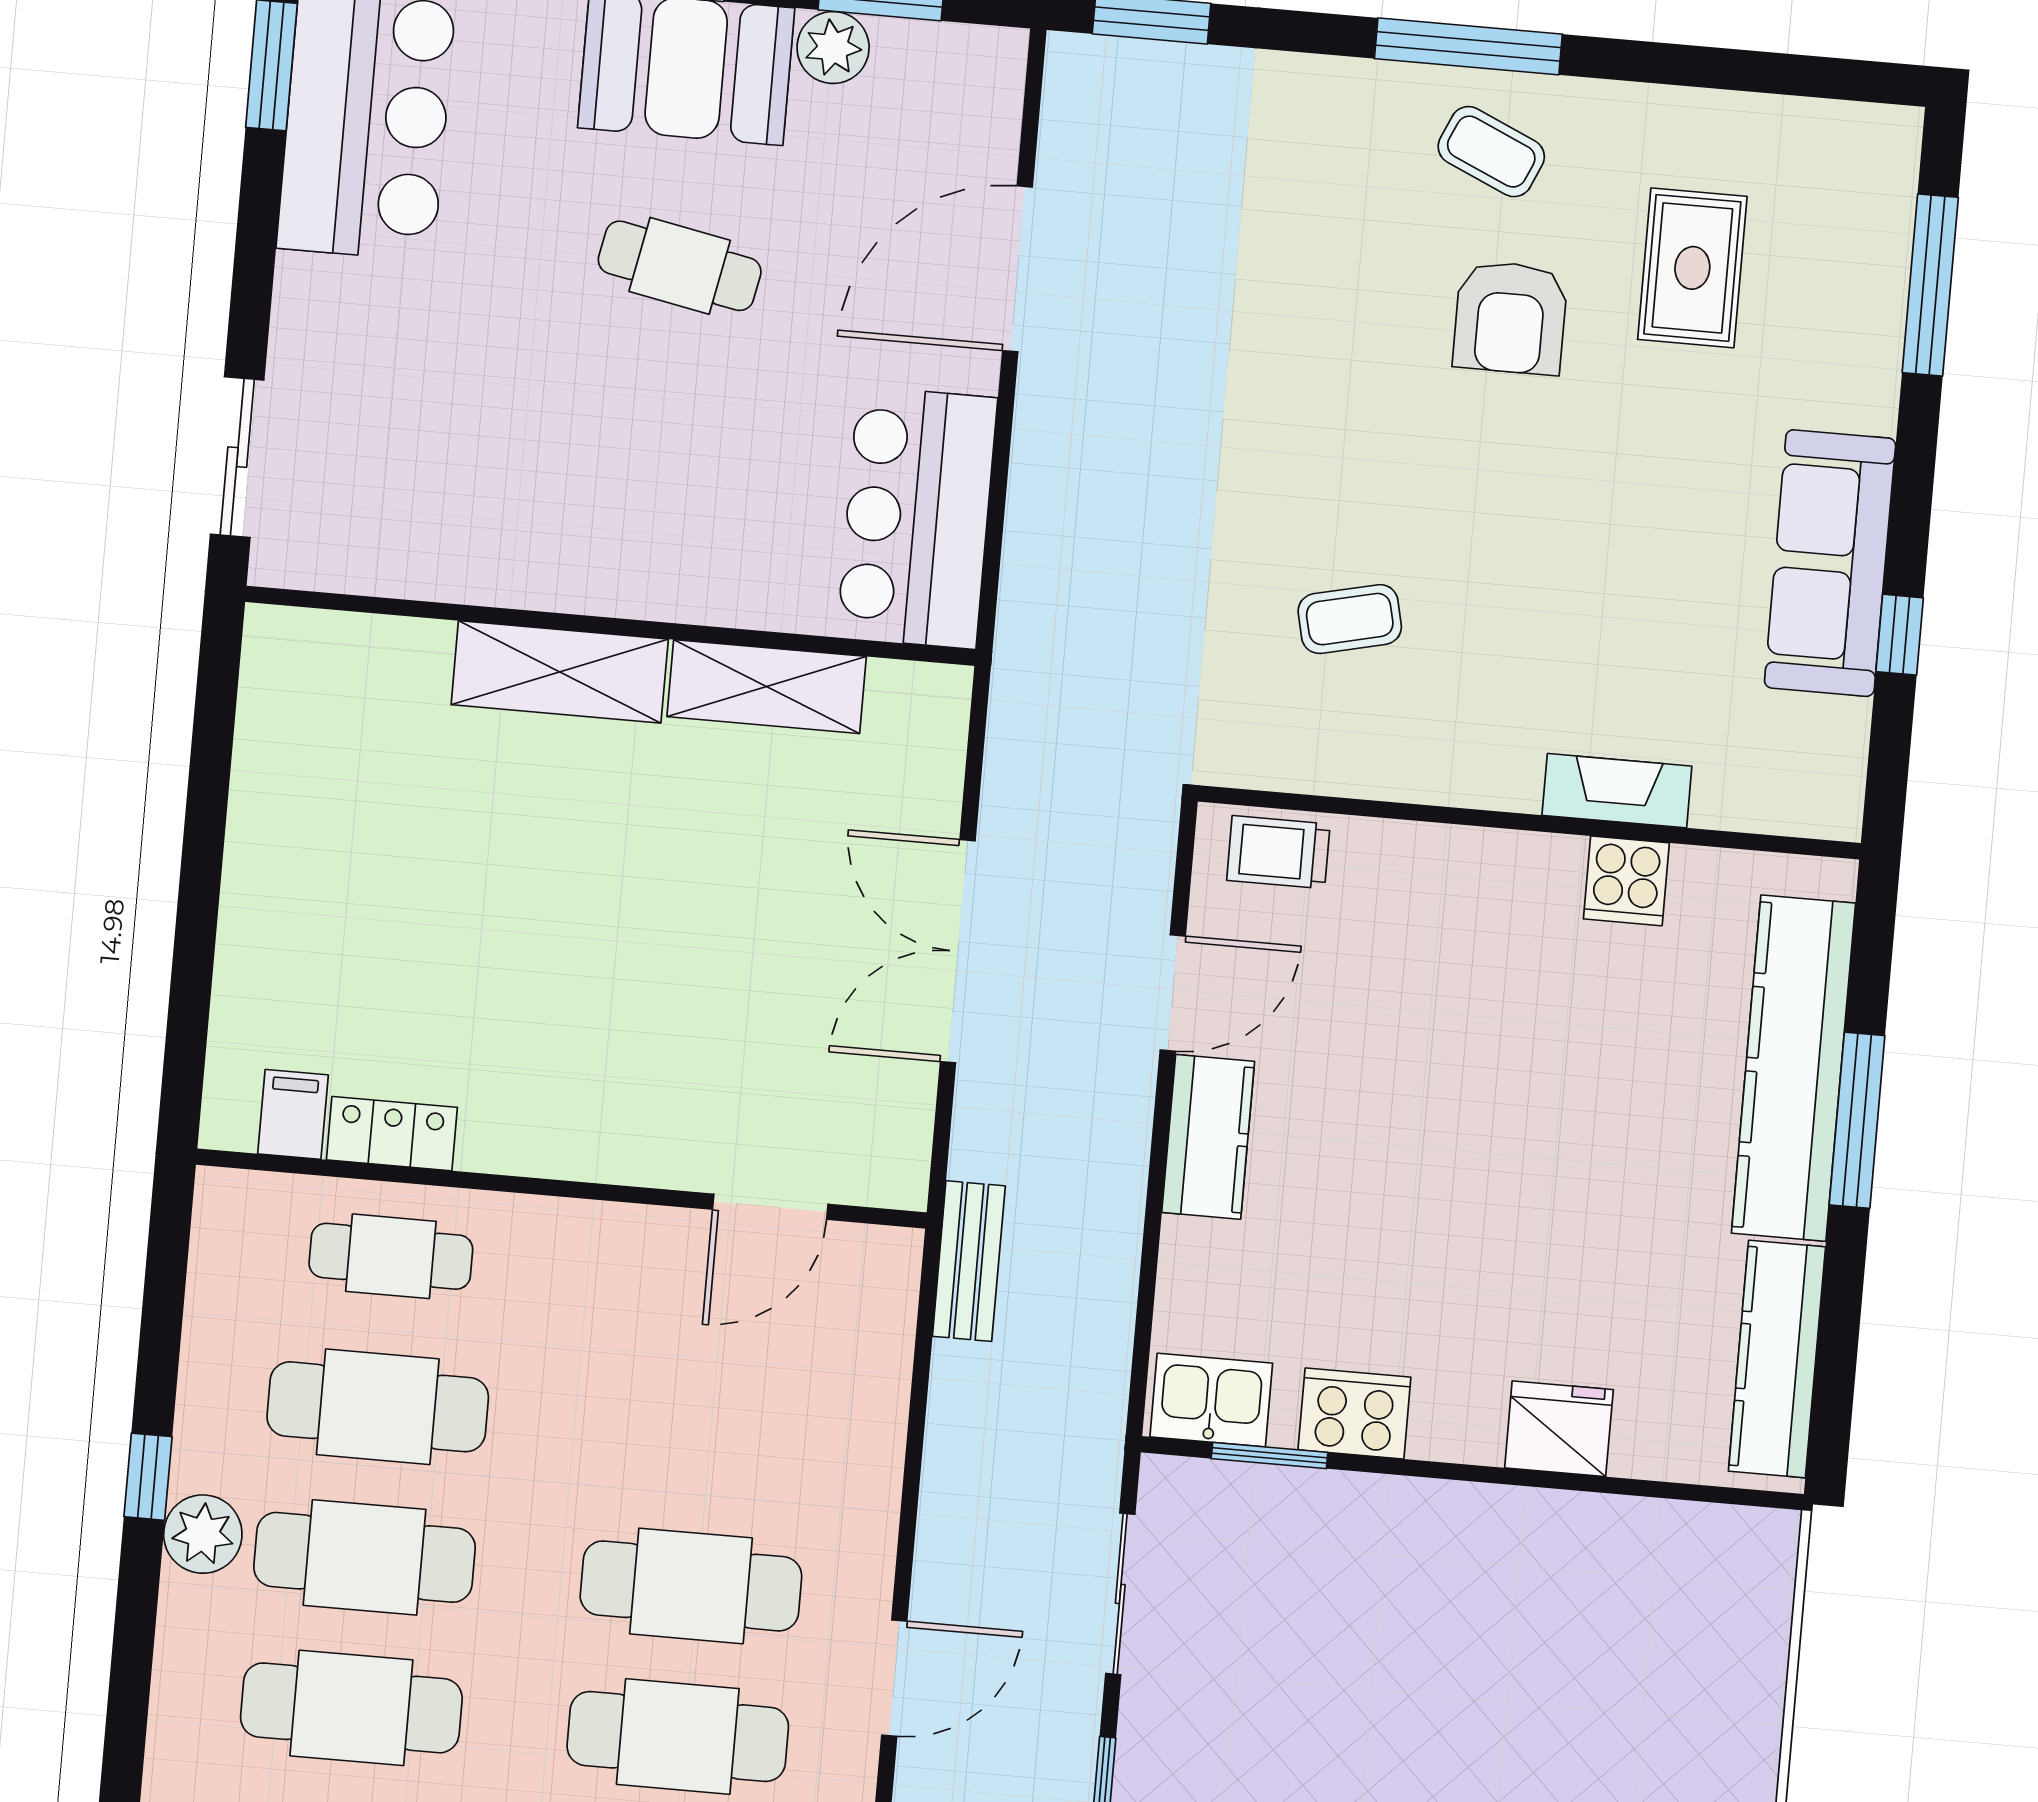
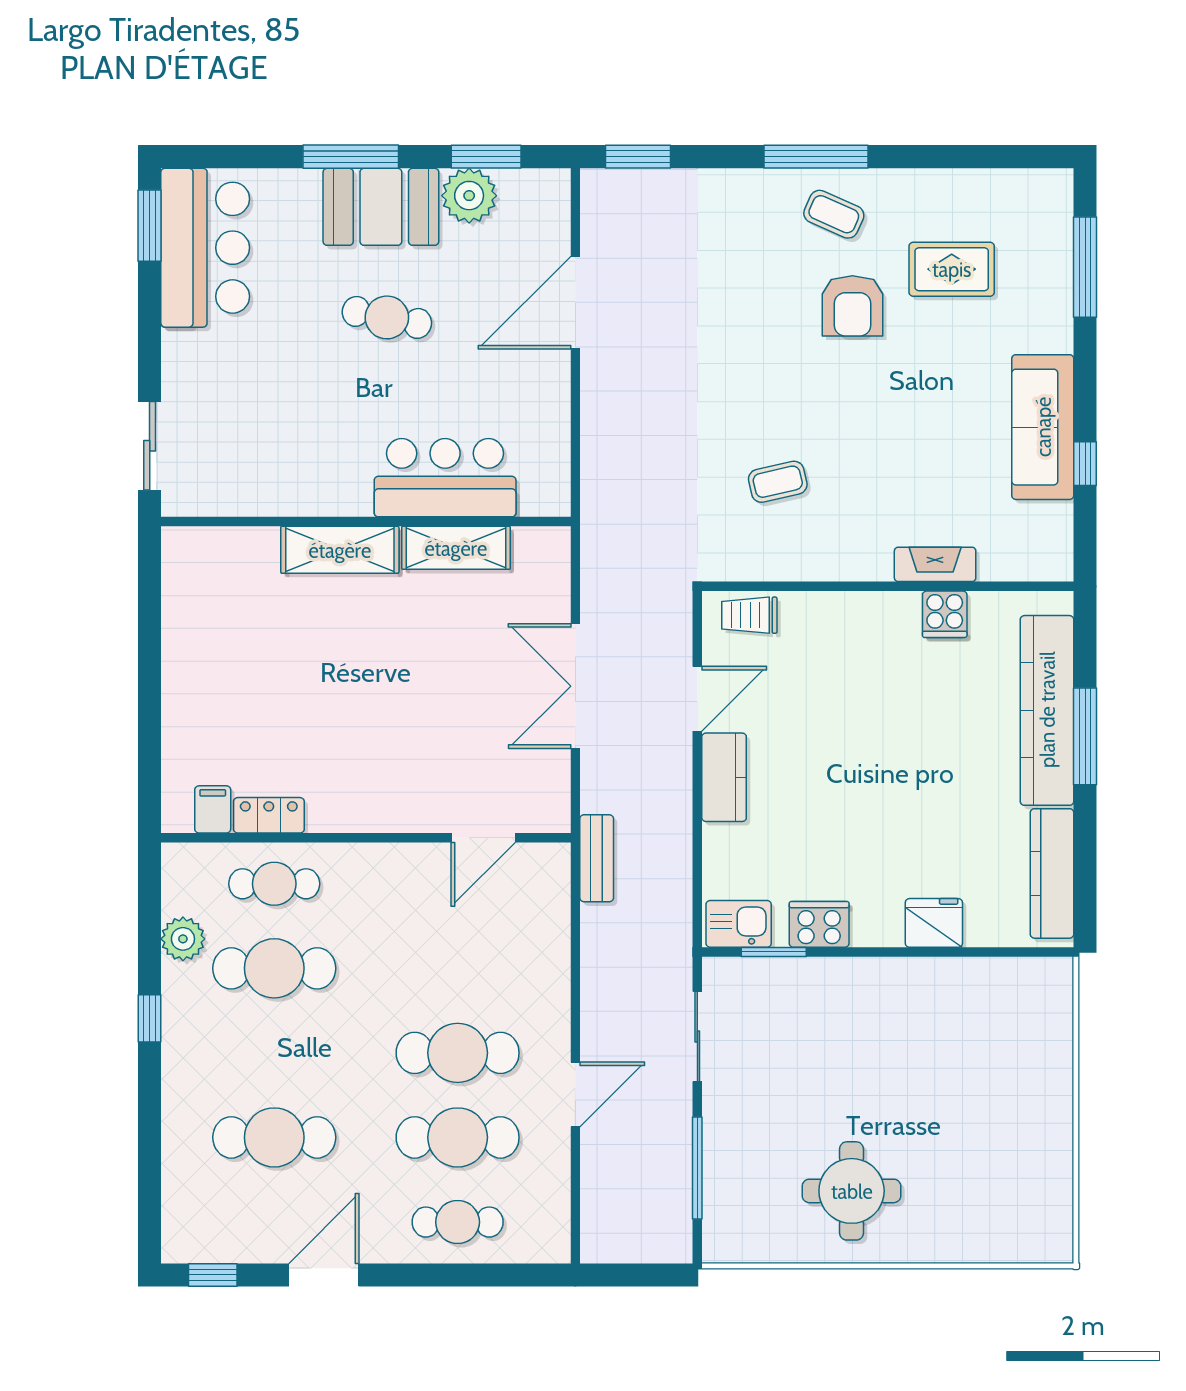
plant: (833, 47) -> (469, 196), width x1.36, depth x1.36
rug: (1692, 268) -> (952, 269), turned 90
bar counter: (917, 518) -> (445, 478), moved, turned 90
plant: (203, 1534) -> (183, 939), moved
cafe table: (365, 1557) -> (274, 1053), removed

